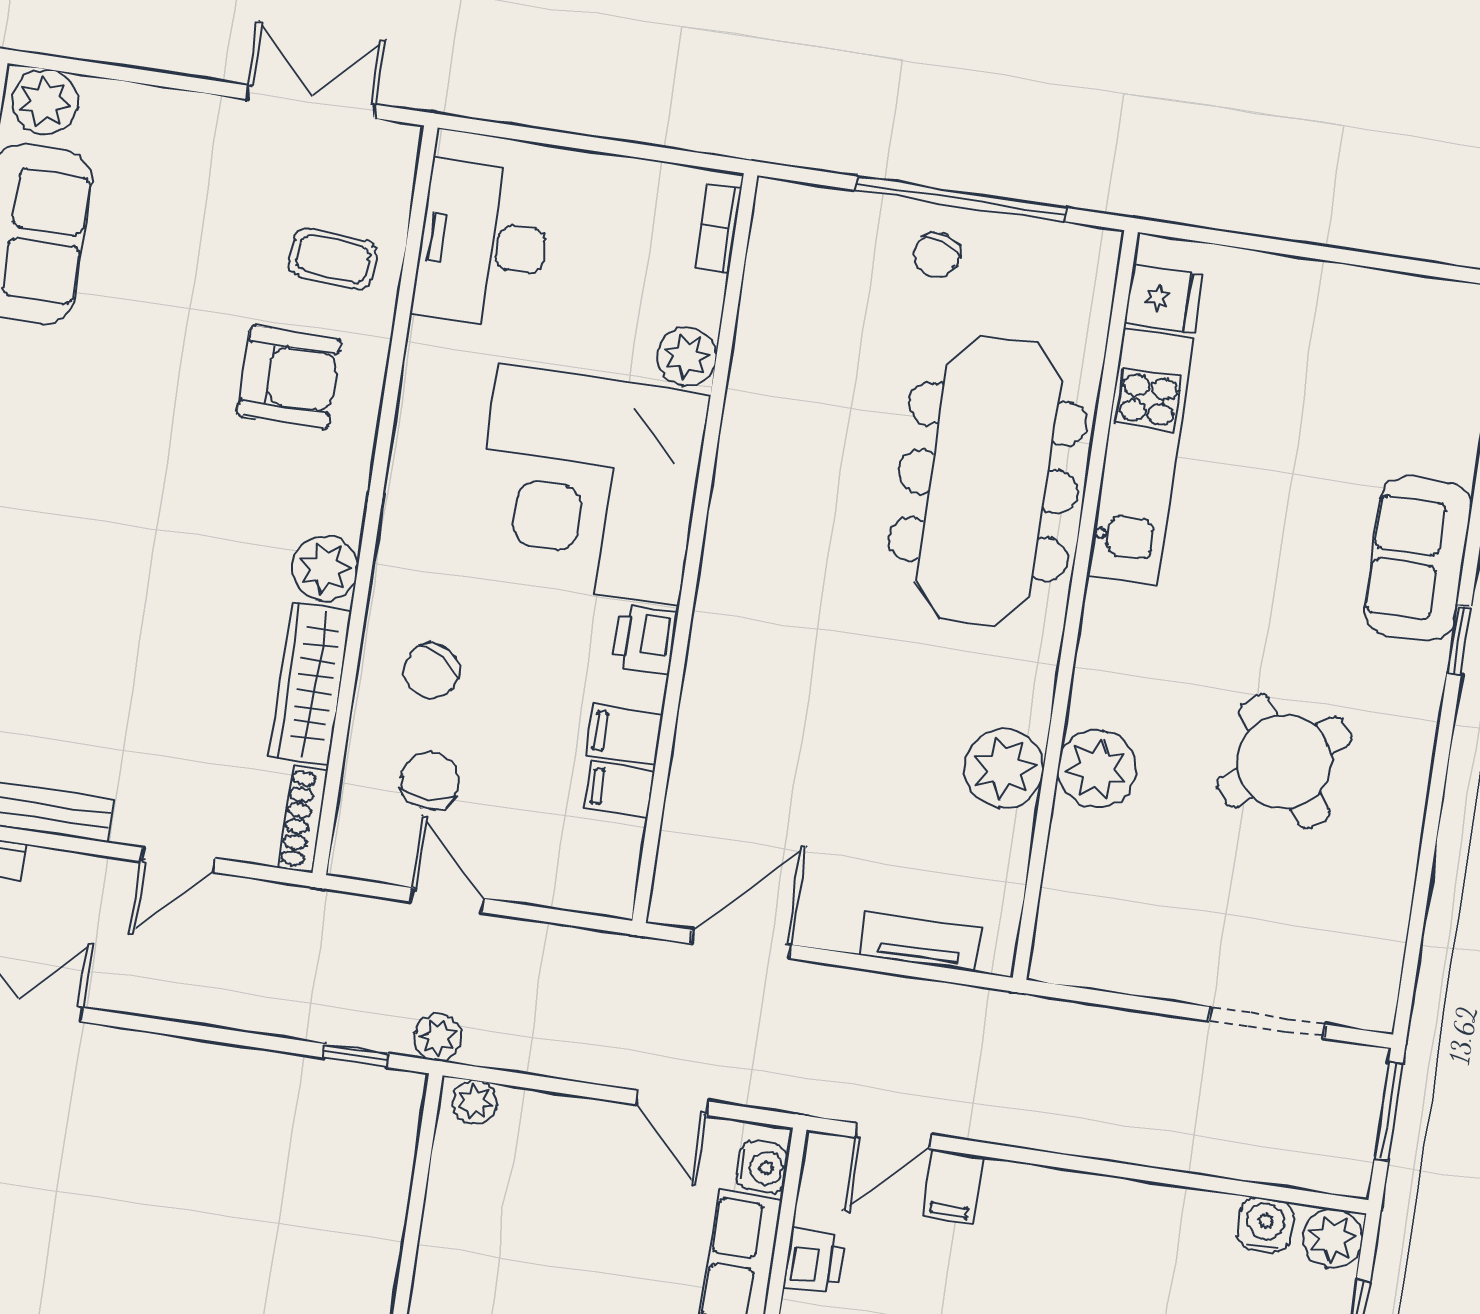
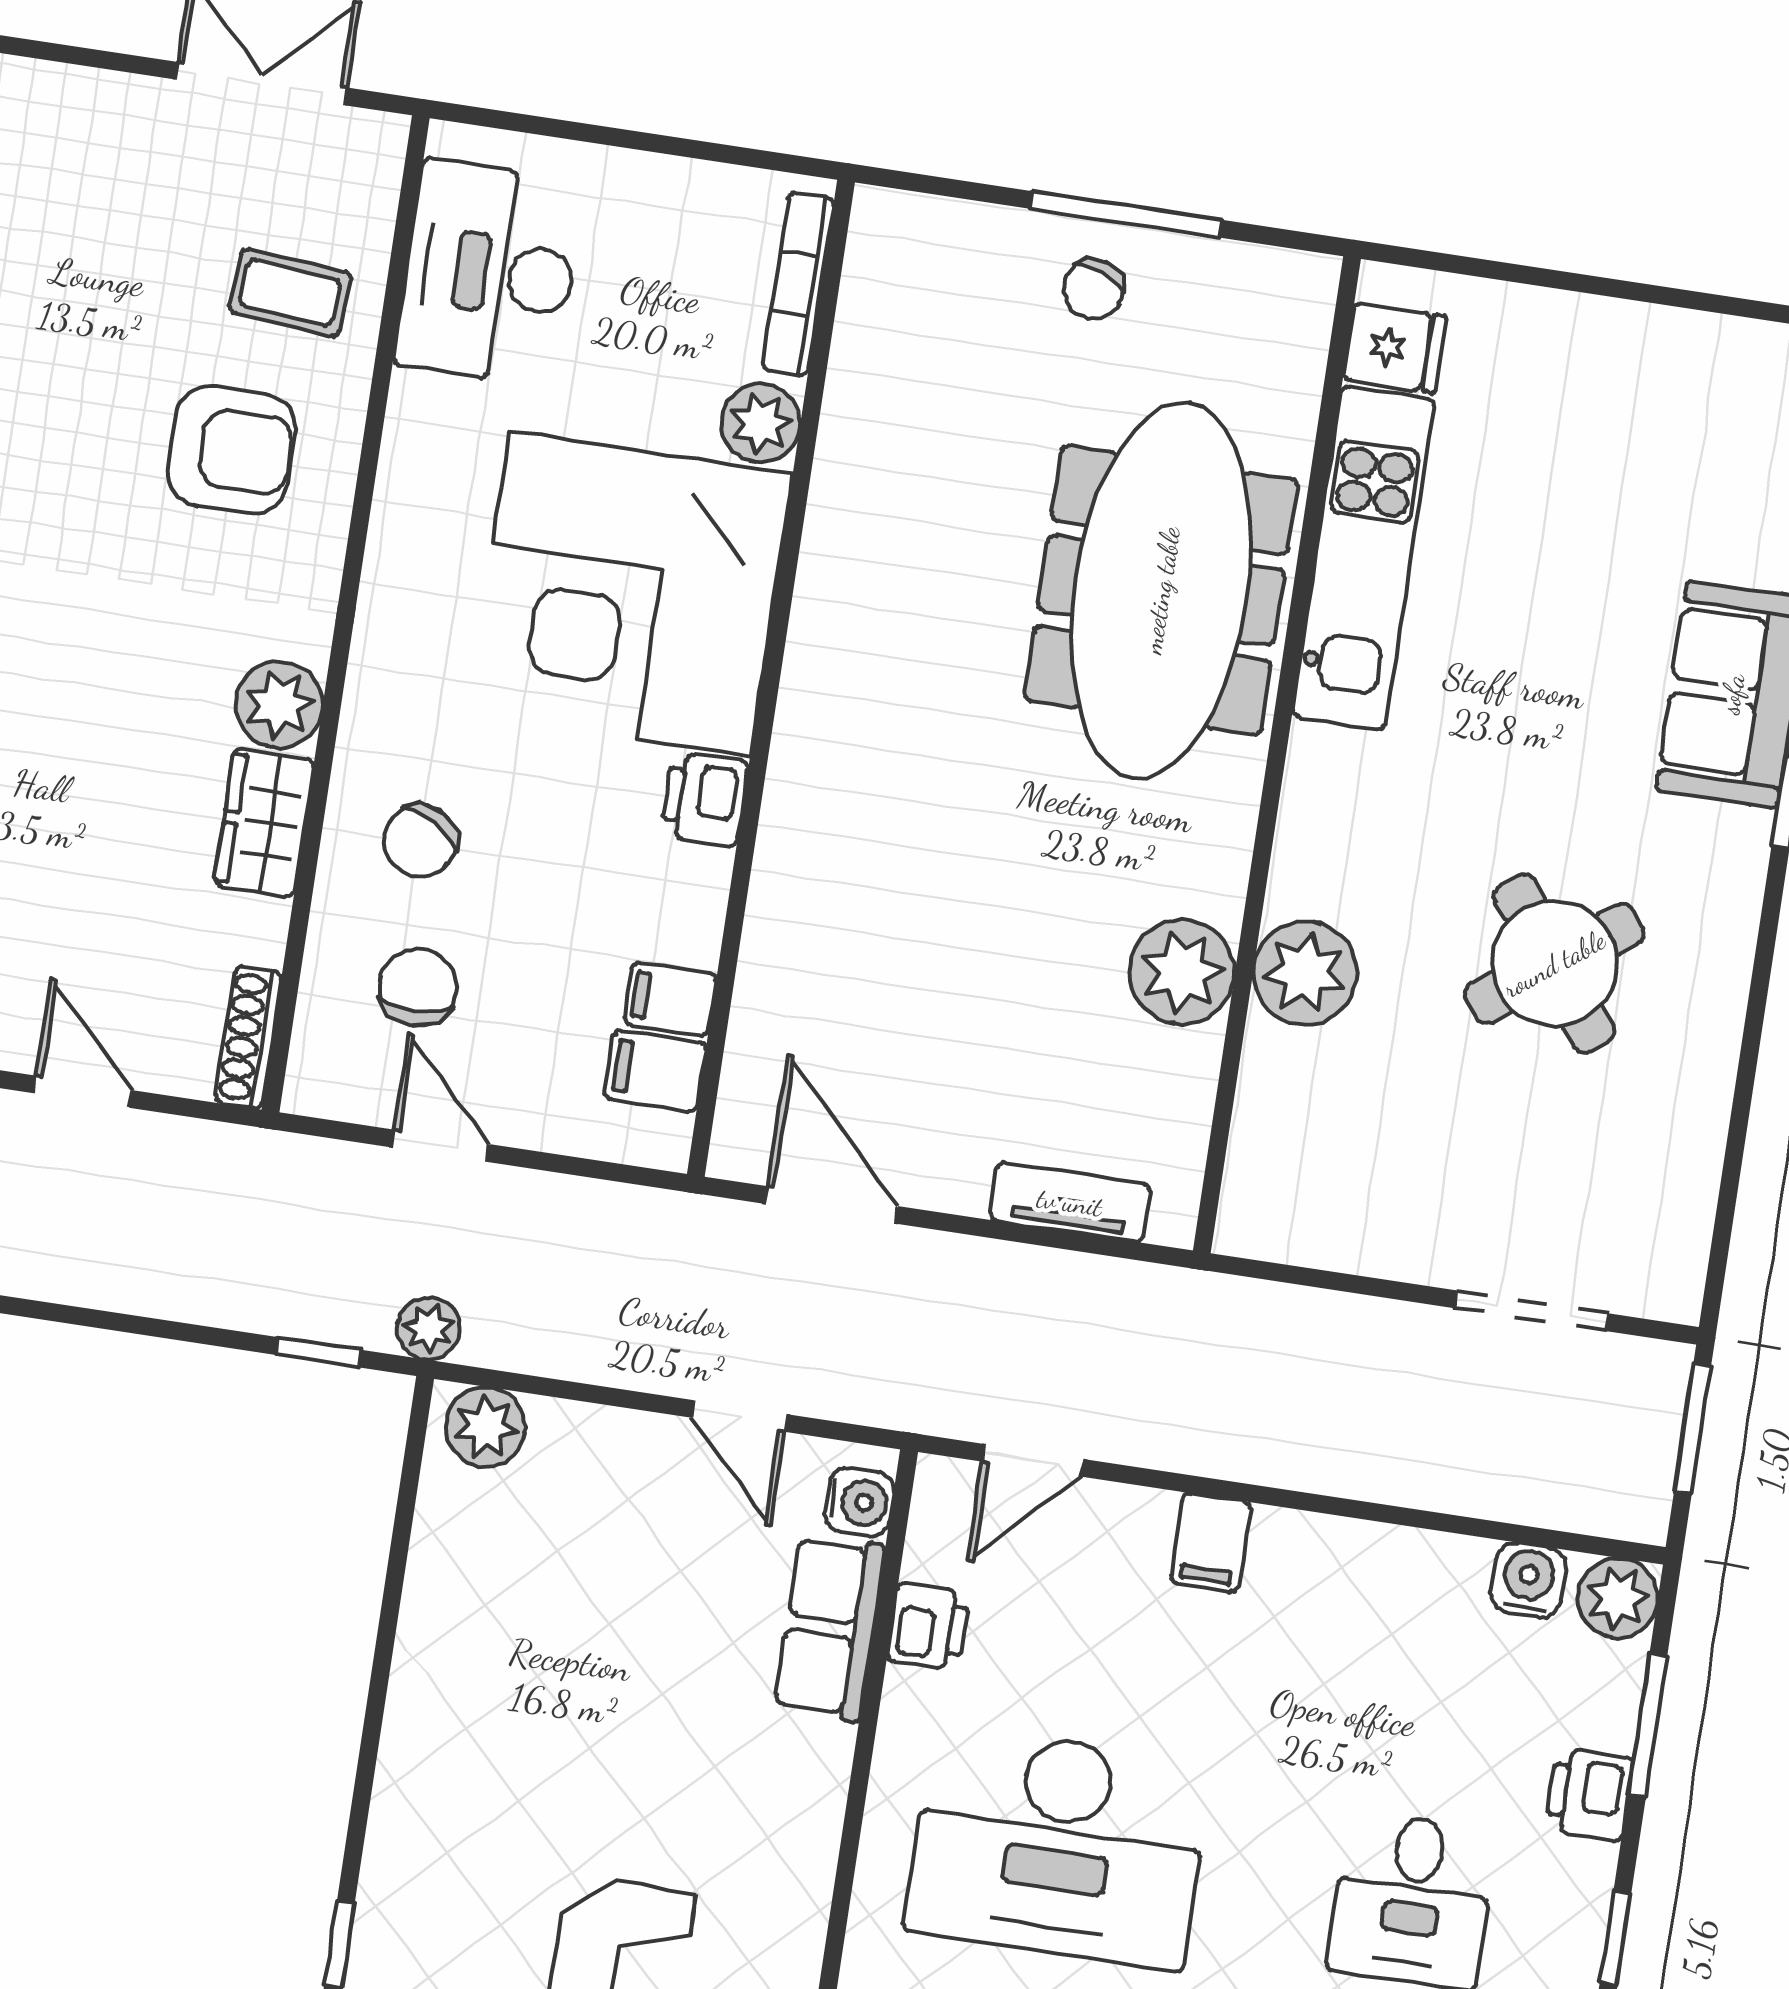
window: (961, 199) -> (1126, 214), width x0.68
bookcase: (718, 228) -> (798, 284), width x1.56
wardrobe: (310, 683) -> (264, 823), width x0.67
filing cabinet: (625, 735) -> (655, 1071), moved
door: (178, 860) -> (83, 1092), swing flipped
door: (741, 944) -> (831, 1205), hinge flipped
plant: (475, 1102) -> (486, 1427), width x1.38, depth x1.38
filing cabinet: (953, 1186) -> (1211, 1543), moved

